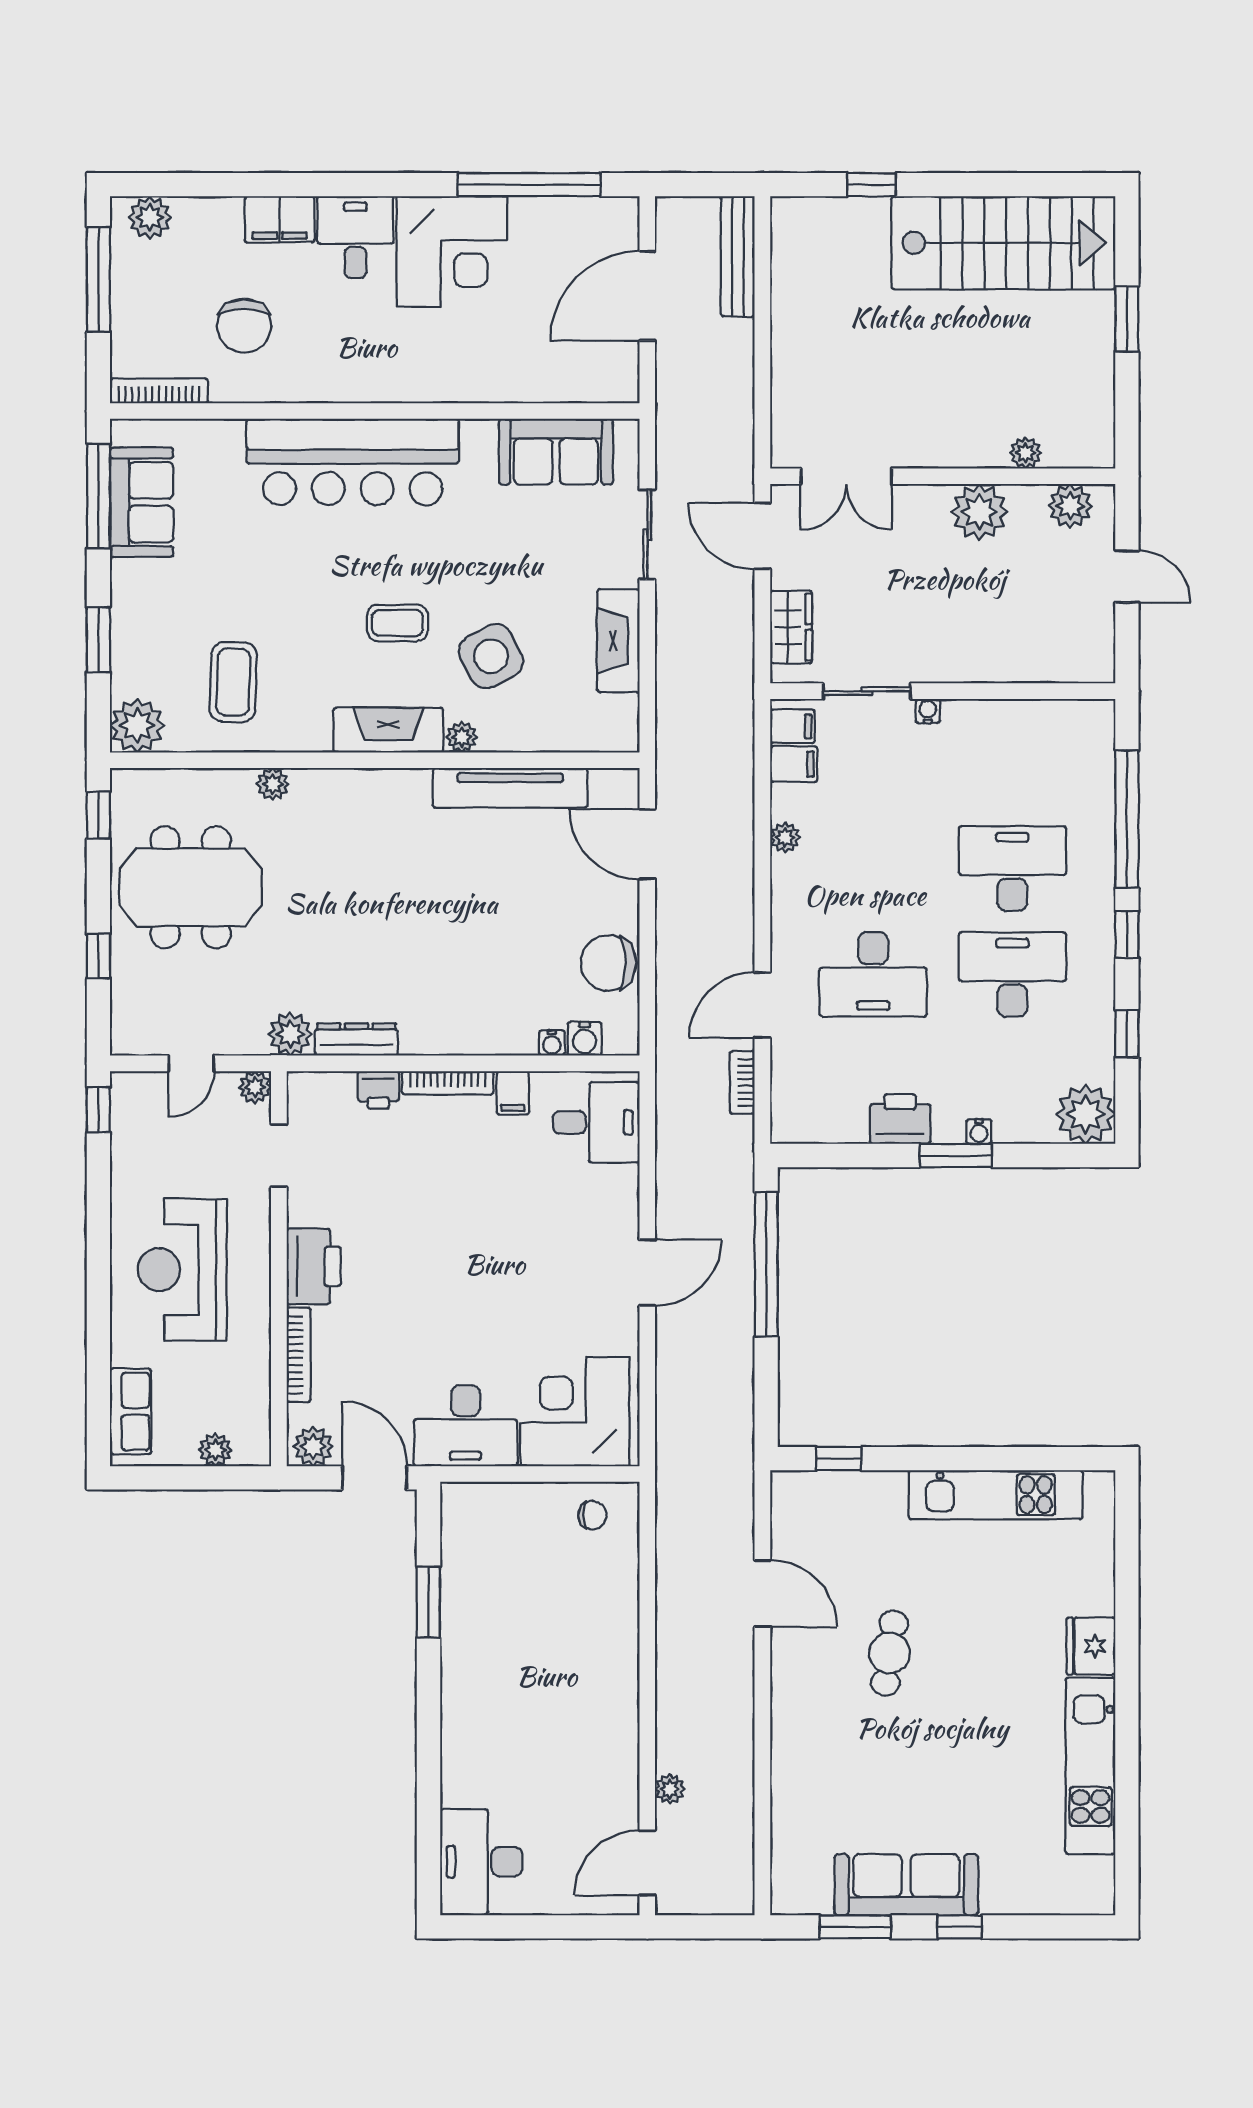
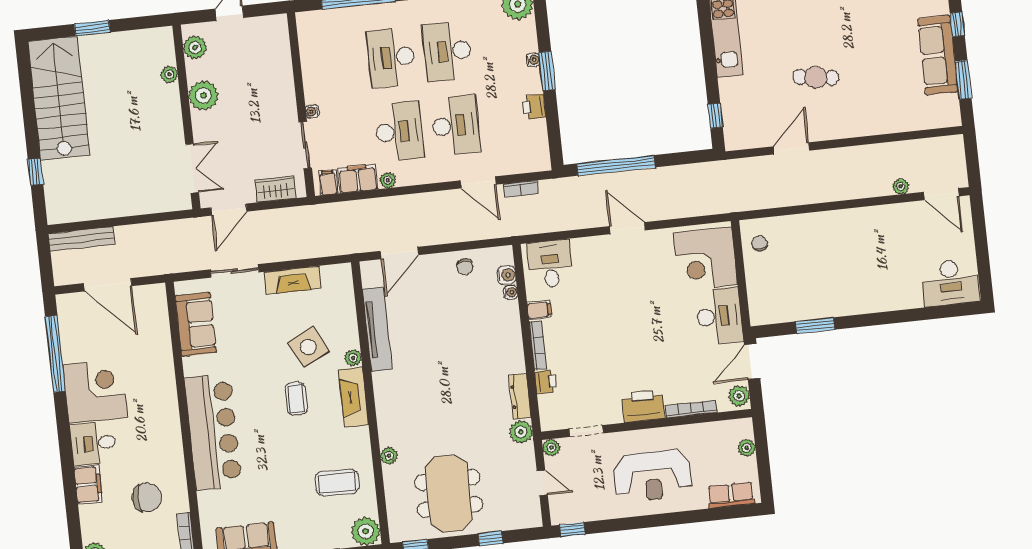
filing cabinet: (794, 764) -> (358, 179), width x2.00
desk: (873, 868) -> (399, 131), added
chair: (609, 963) -> (465, 267), width x0.54, depth x0.54
printer: (900, 1119) -> (534, 107), width x0.73, depth x0.81

